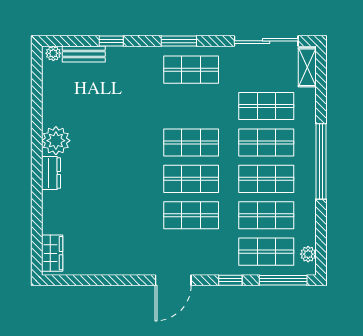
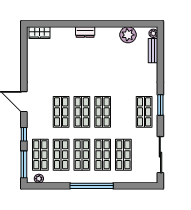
window: (111, 41) -> (160, 66), removed
shelving: (307, 67) -> (145, 178), removed
plant: (56, 141) -> (128, 35), moved

